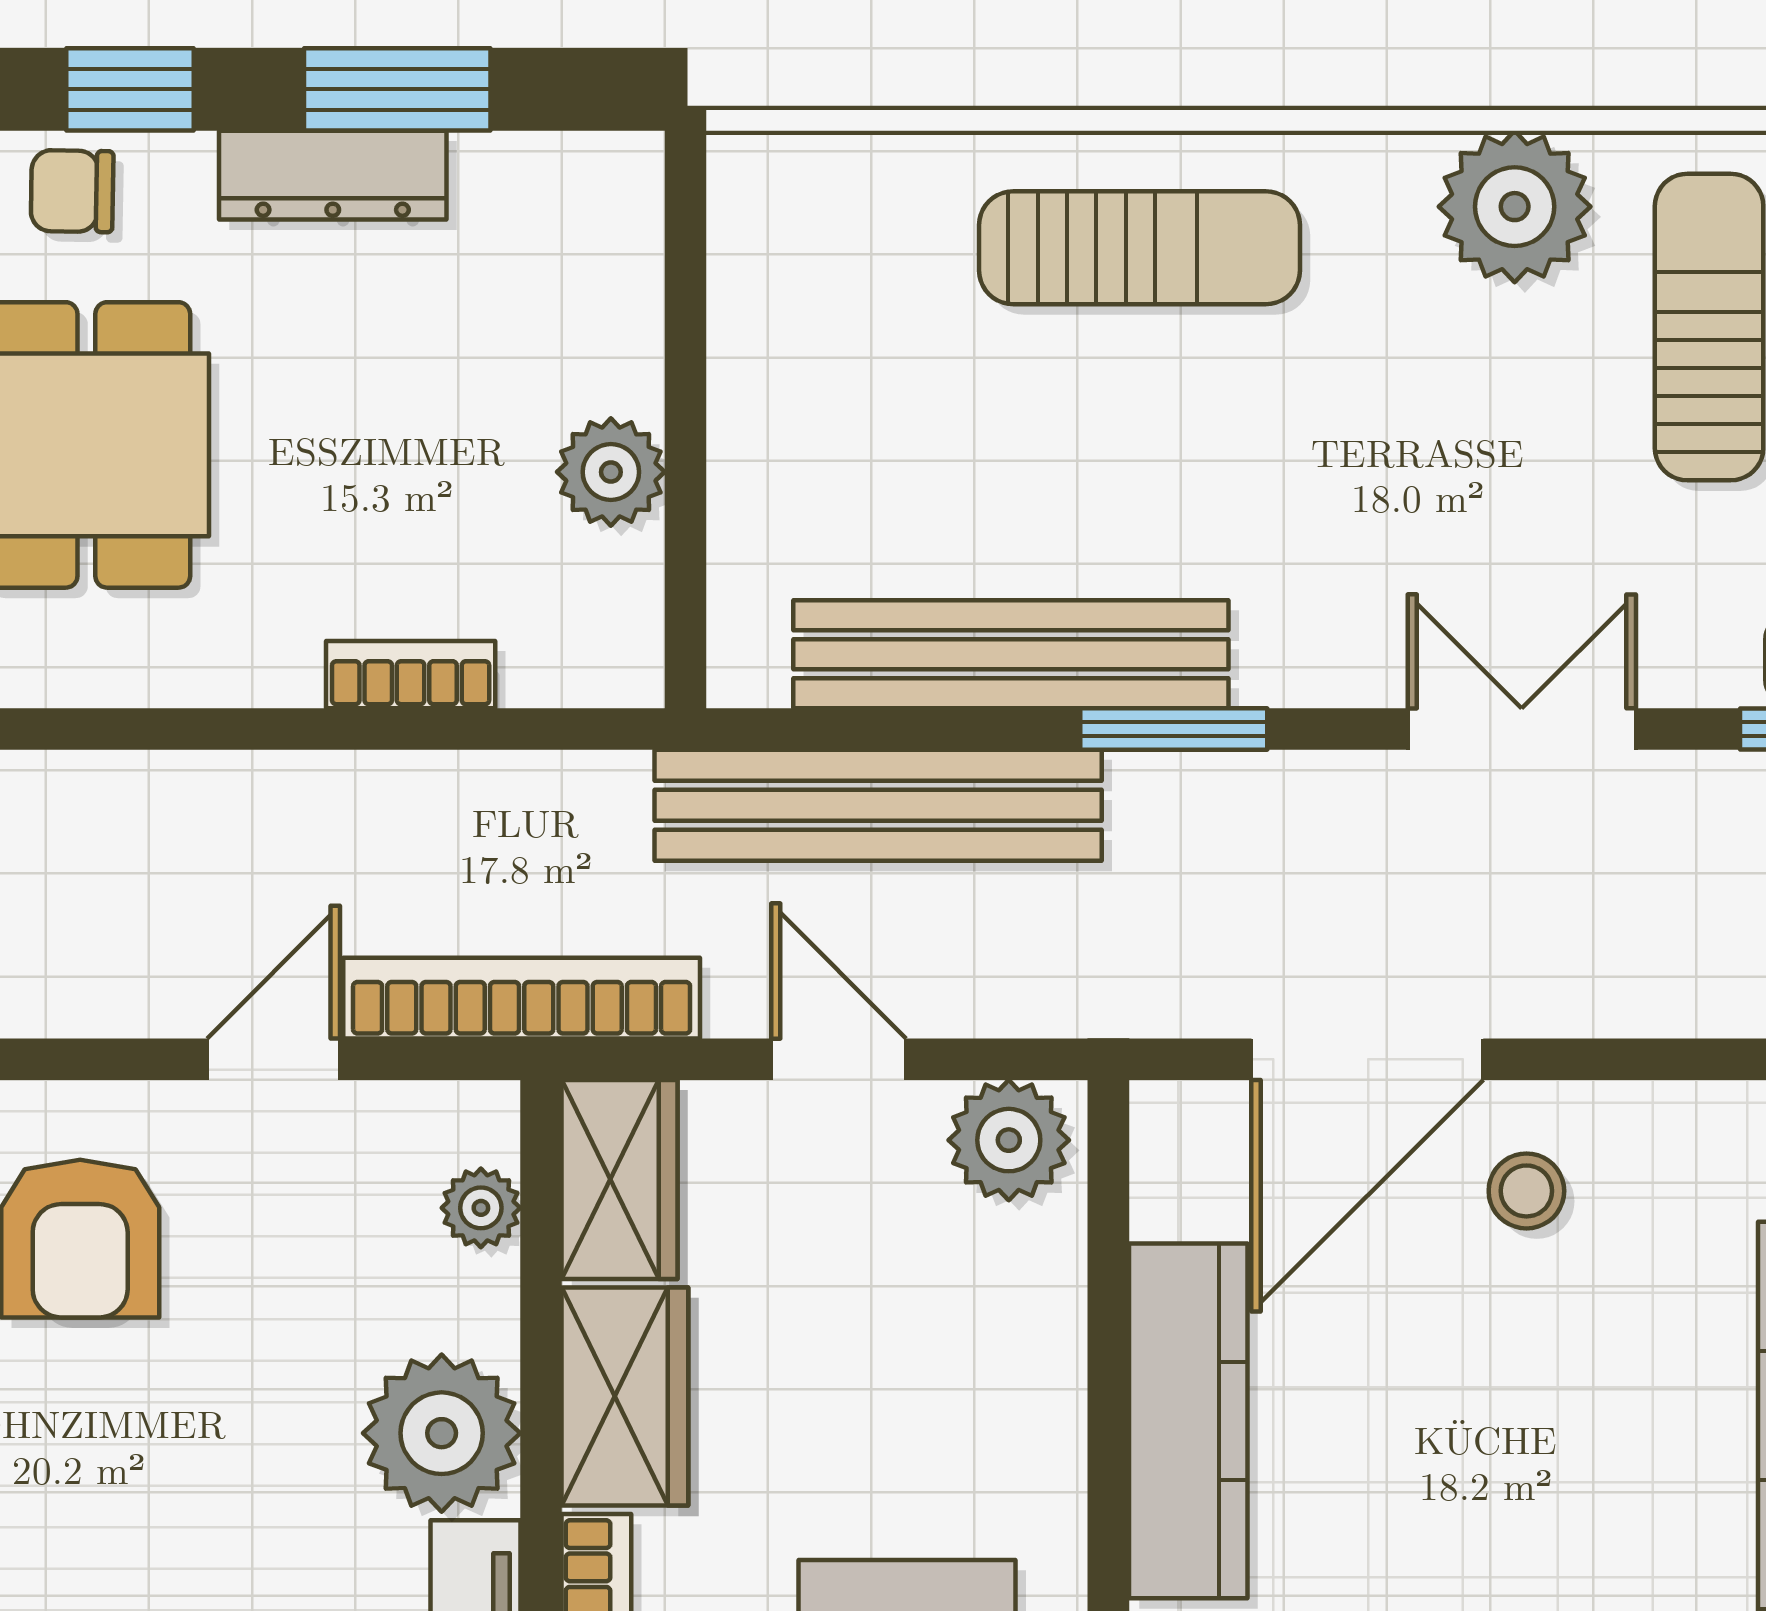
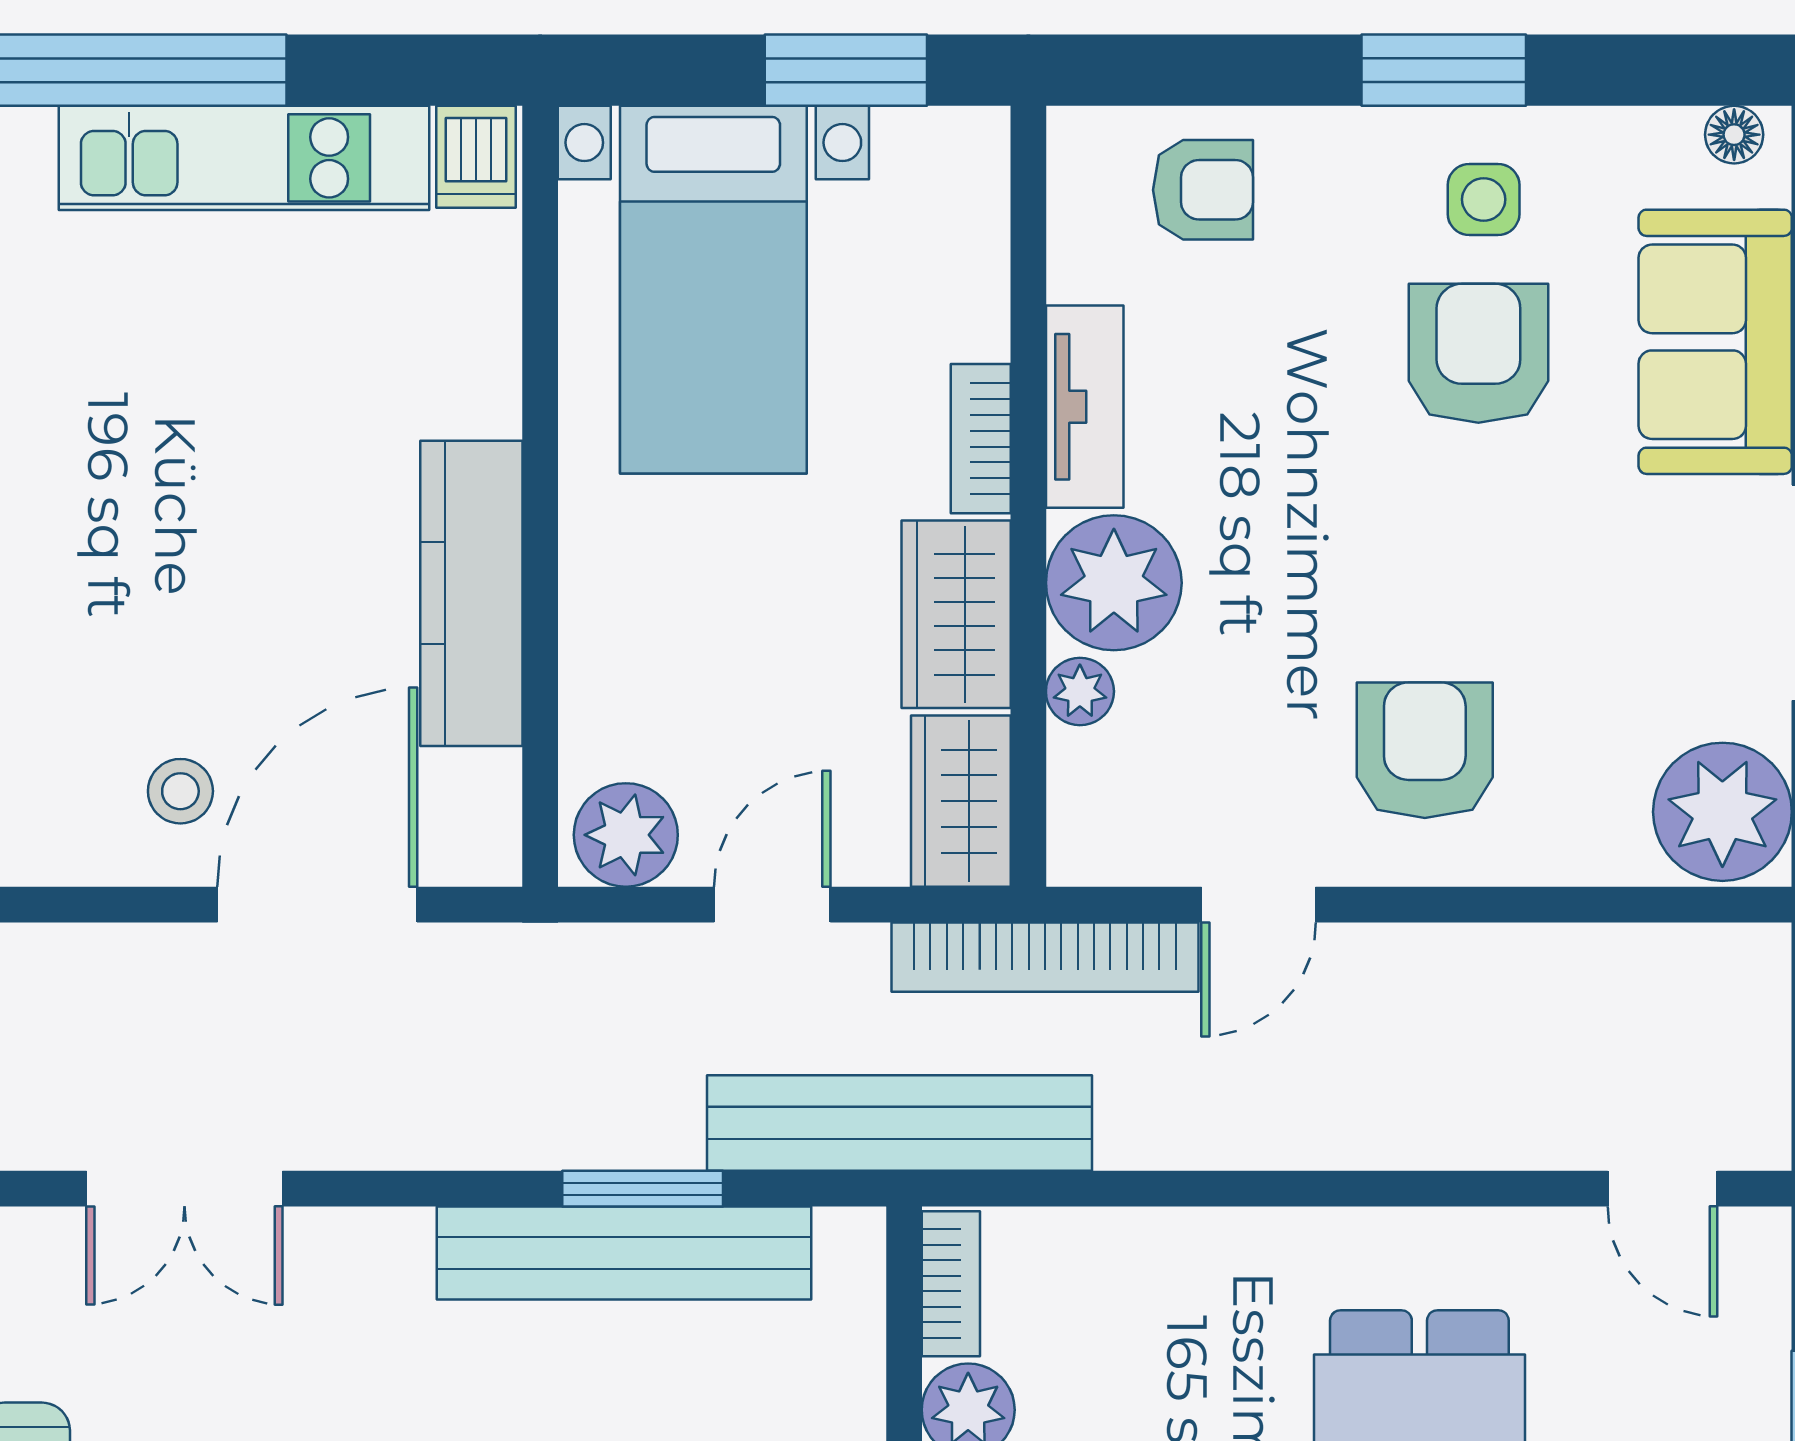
bookcase: (411, 675) -> (951, 1284), moved, turned -90
window: (1174, 729) -> (643, 1189), moved
bench: (878, 805) -> (899, 1123), moved
door: (839, 1059) -> (772, 905), swing flipped
plant: (481, 1208) -> (1080, 691), moved

